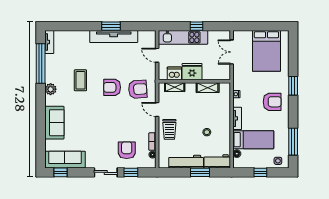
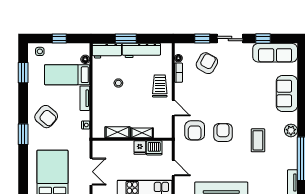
fridge: (192, 72) -> (140, 148), width x0.53, depth x0.75
armchair: (112, 87) -> (223, 132), turned -90
shelving: (175, 87) -> (142, 133), moved
armchair: (138, 89) -> (195, 130), turned -86
armchair: (272, 102) -> (46, 117), turned -140
window: (293, 142) -> (23, 73), width x0.69
armchair: (127, 150) -> (207, 63), turned -151
window: (60, 172) -> (263, 39), moved

